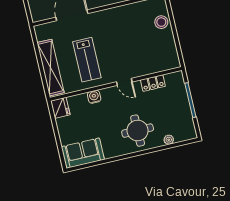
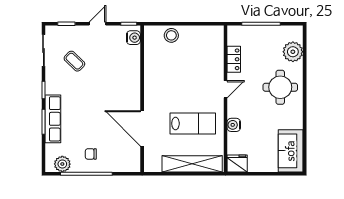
plant: (169, 140) -> (293, 52), width x1.88, depth x1.88

